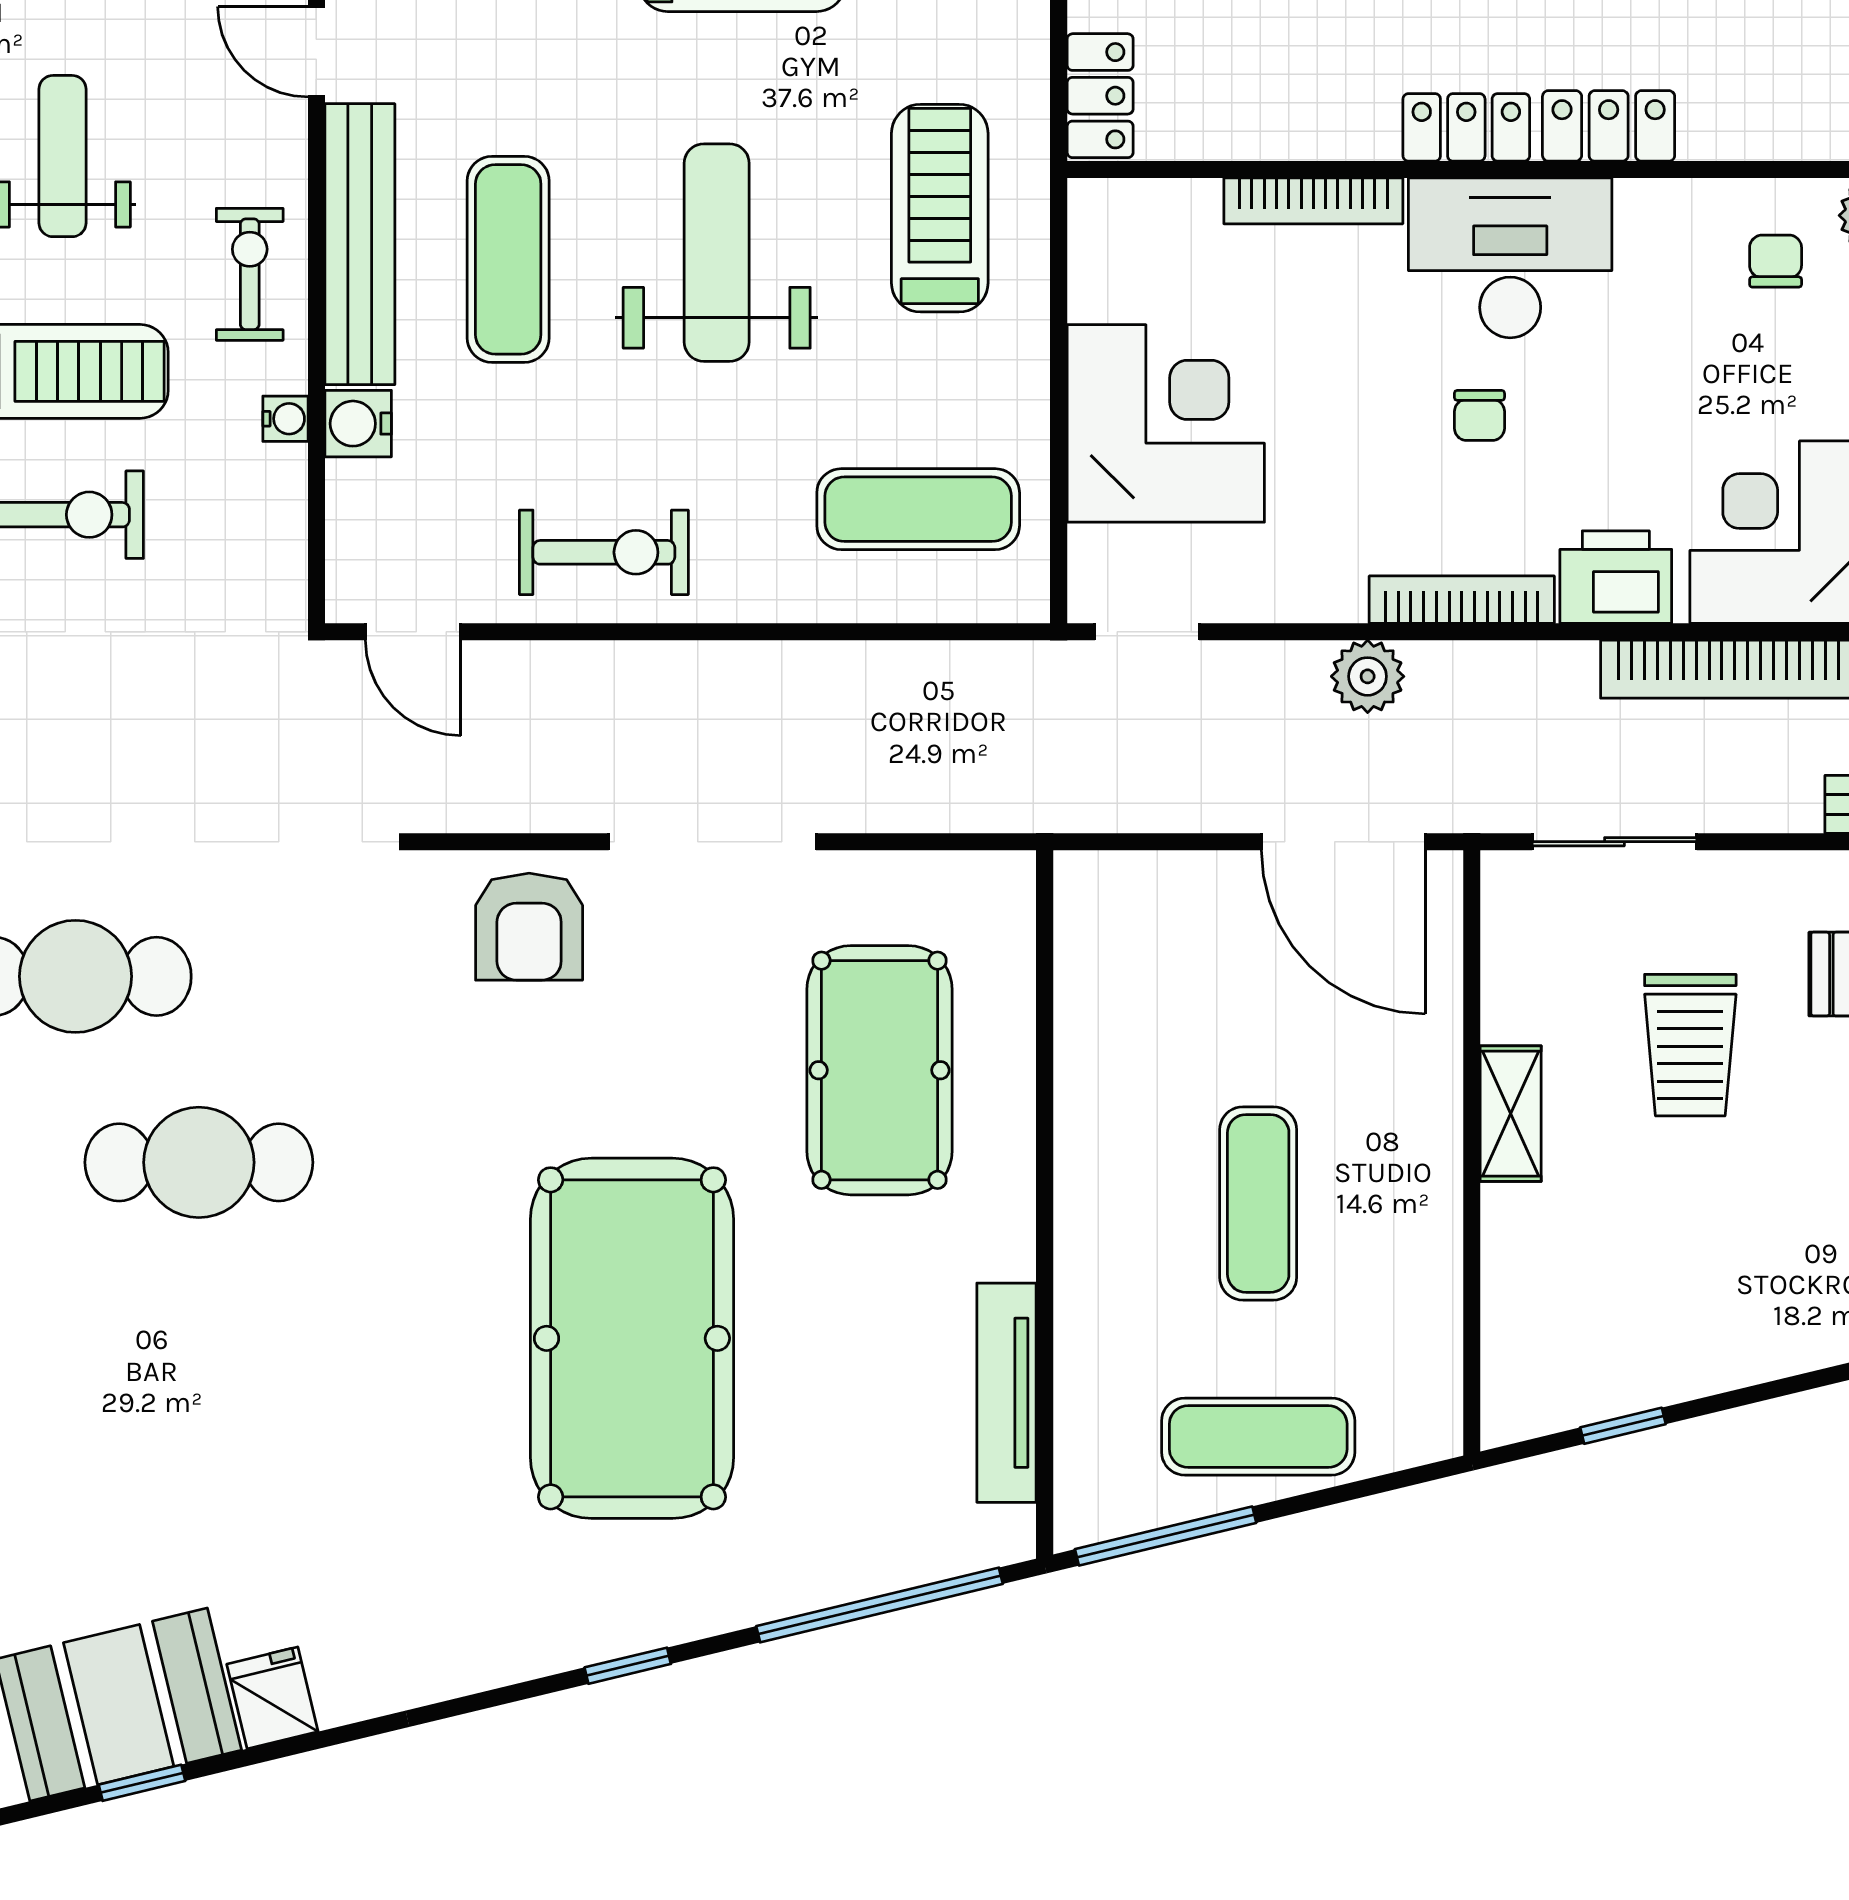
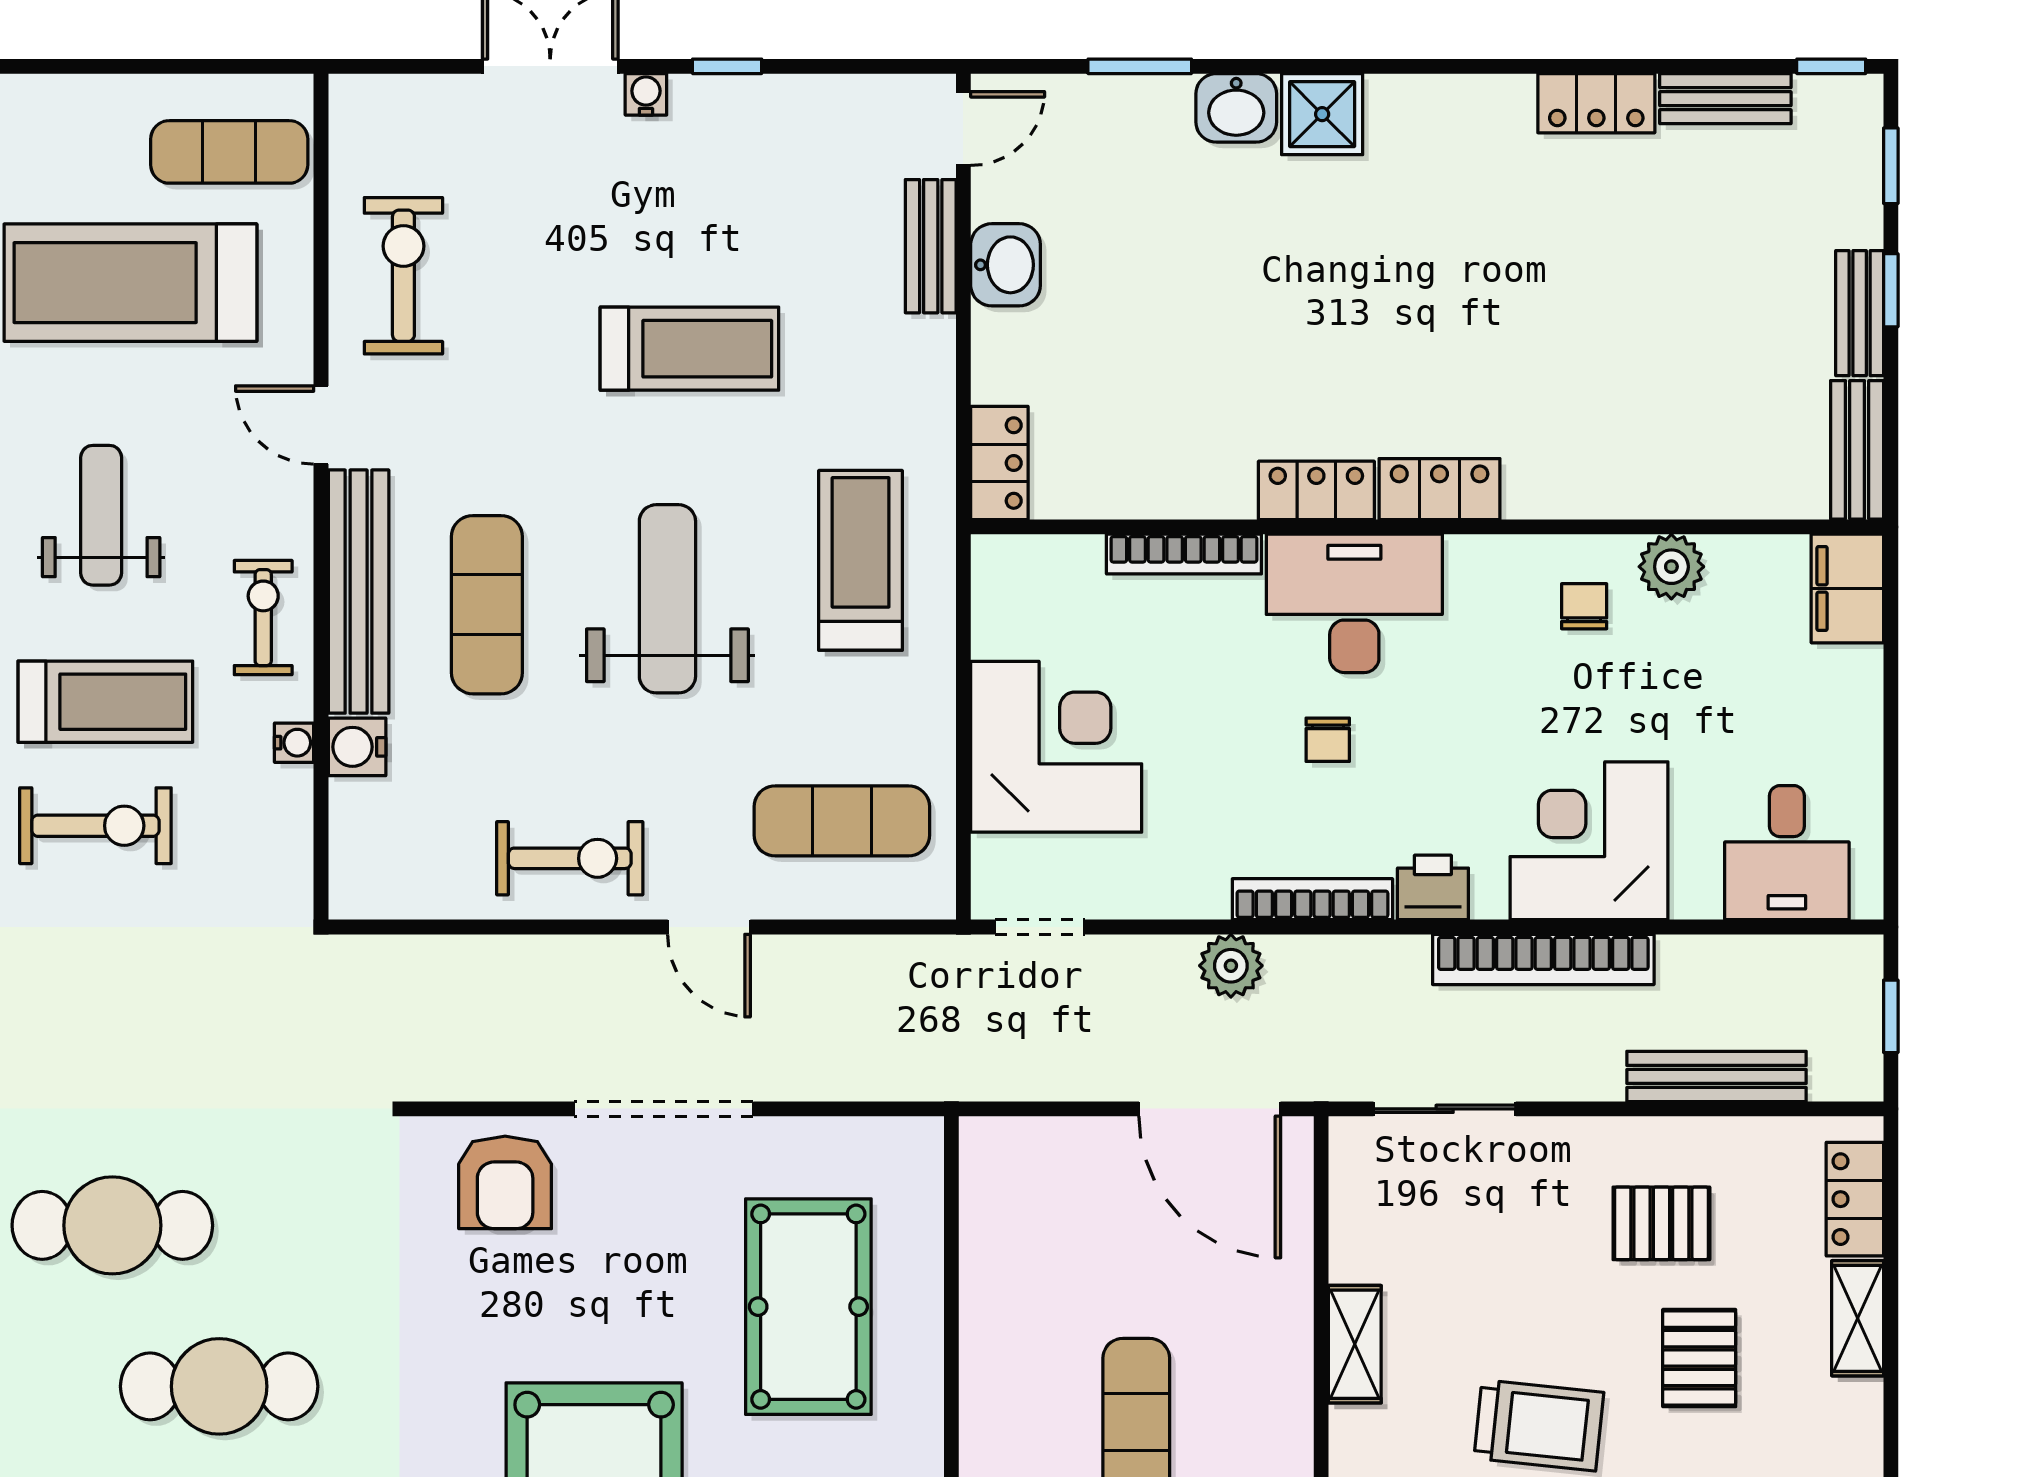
printer: (1616, 577) -> (1433, 887), width x0.73, depth x0.81
door: (413, 632) -> (709, 927), moved
trolley: (1690, 1045) -> (1539, 1425), moved, turned -84

